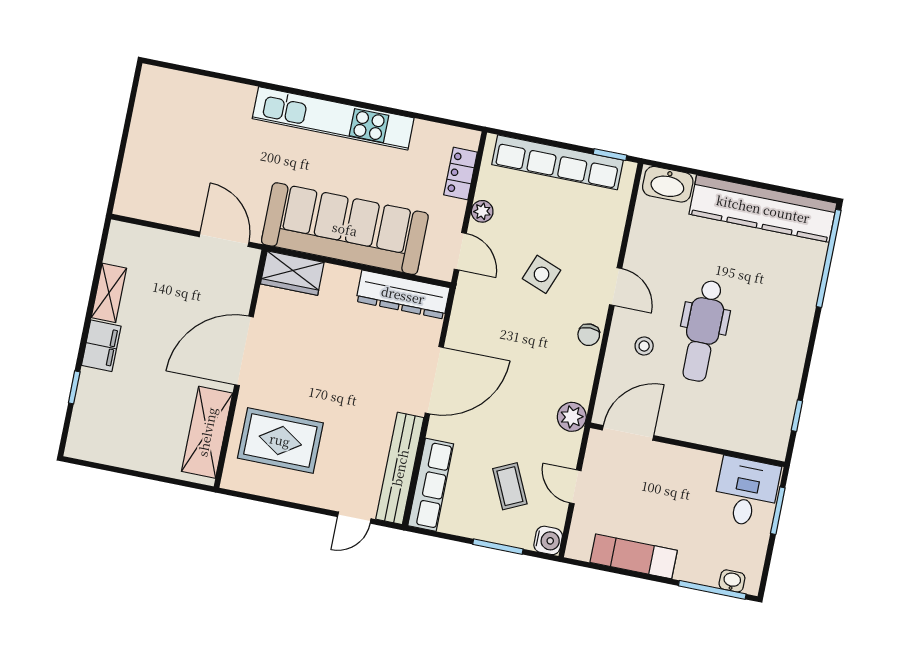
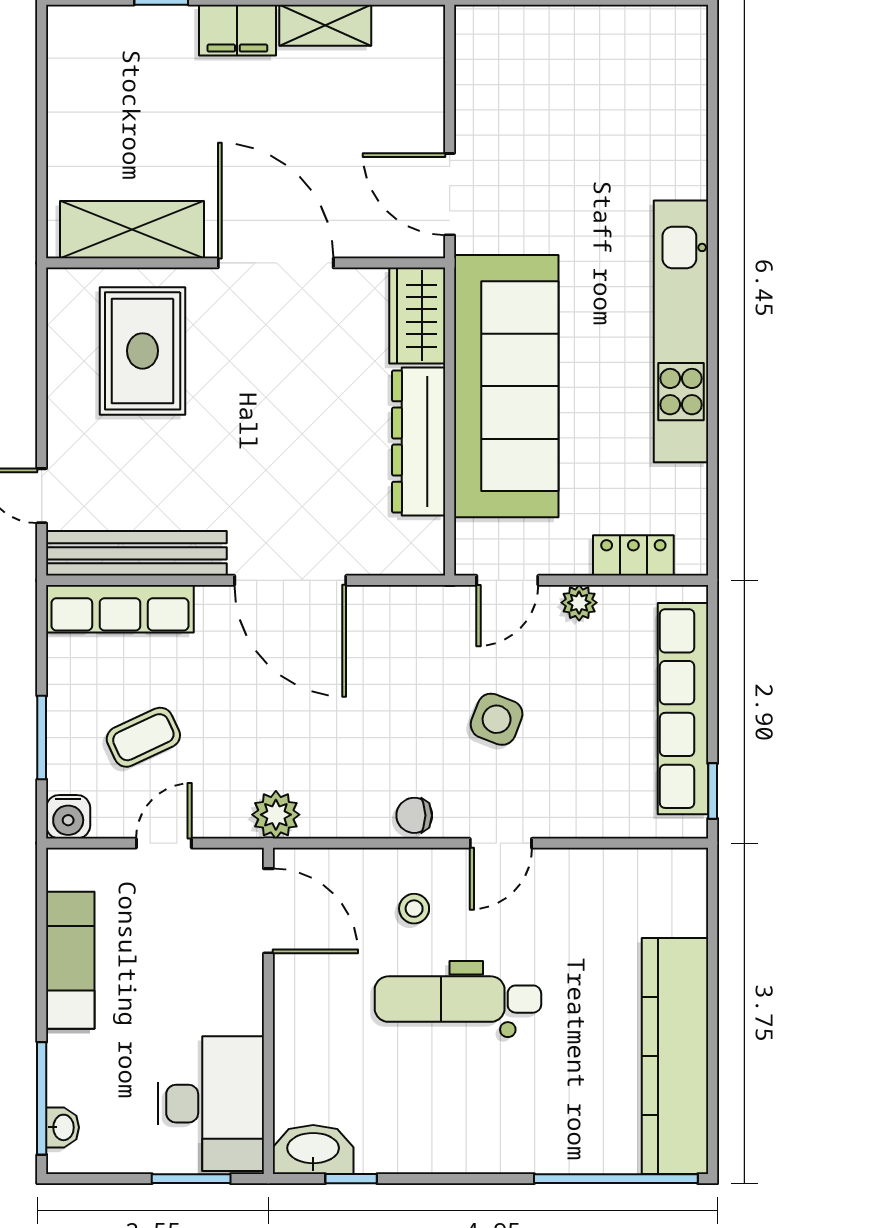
washbasin: (668, 184) -> (313, 1150), moved, turned 90
door: (224, 239) -> (450, 194), swing flipped
dresser: (403, 295) -> (419, 442), moved
desk: (746, 492) -> (211, 1104), width x1.37

